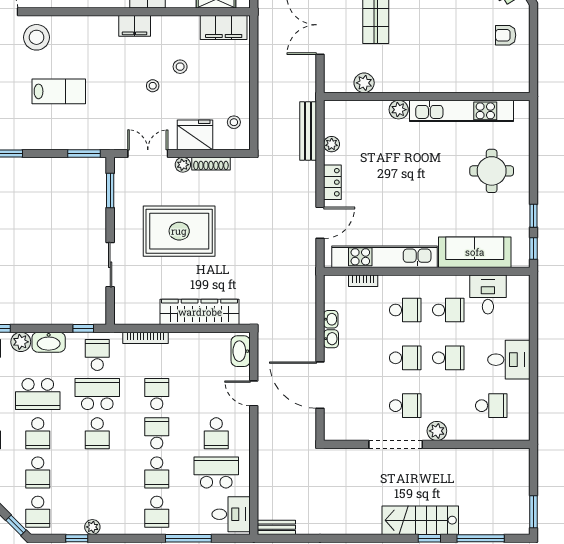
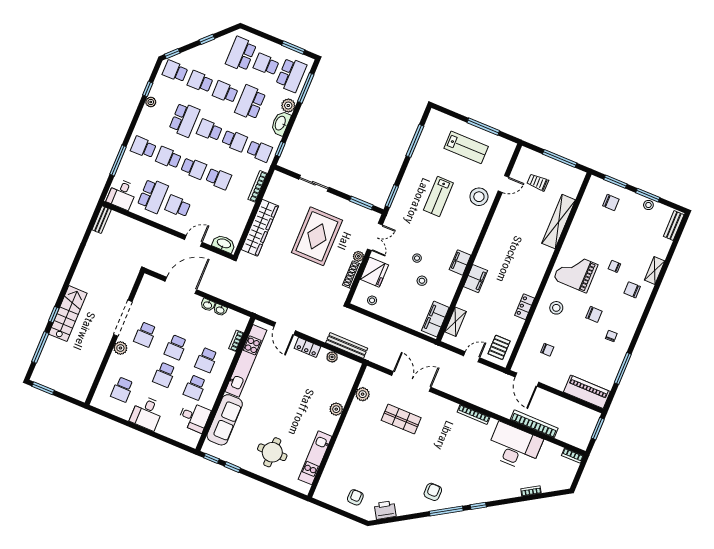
kitchen unit: (461, 111) -> (315, 458), width x0.73
school desk: (97, 394) -> (234, 141), width x0.54
school desk: (97, 472) -> (184, 120), added

